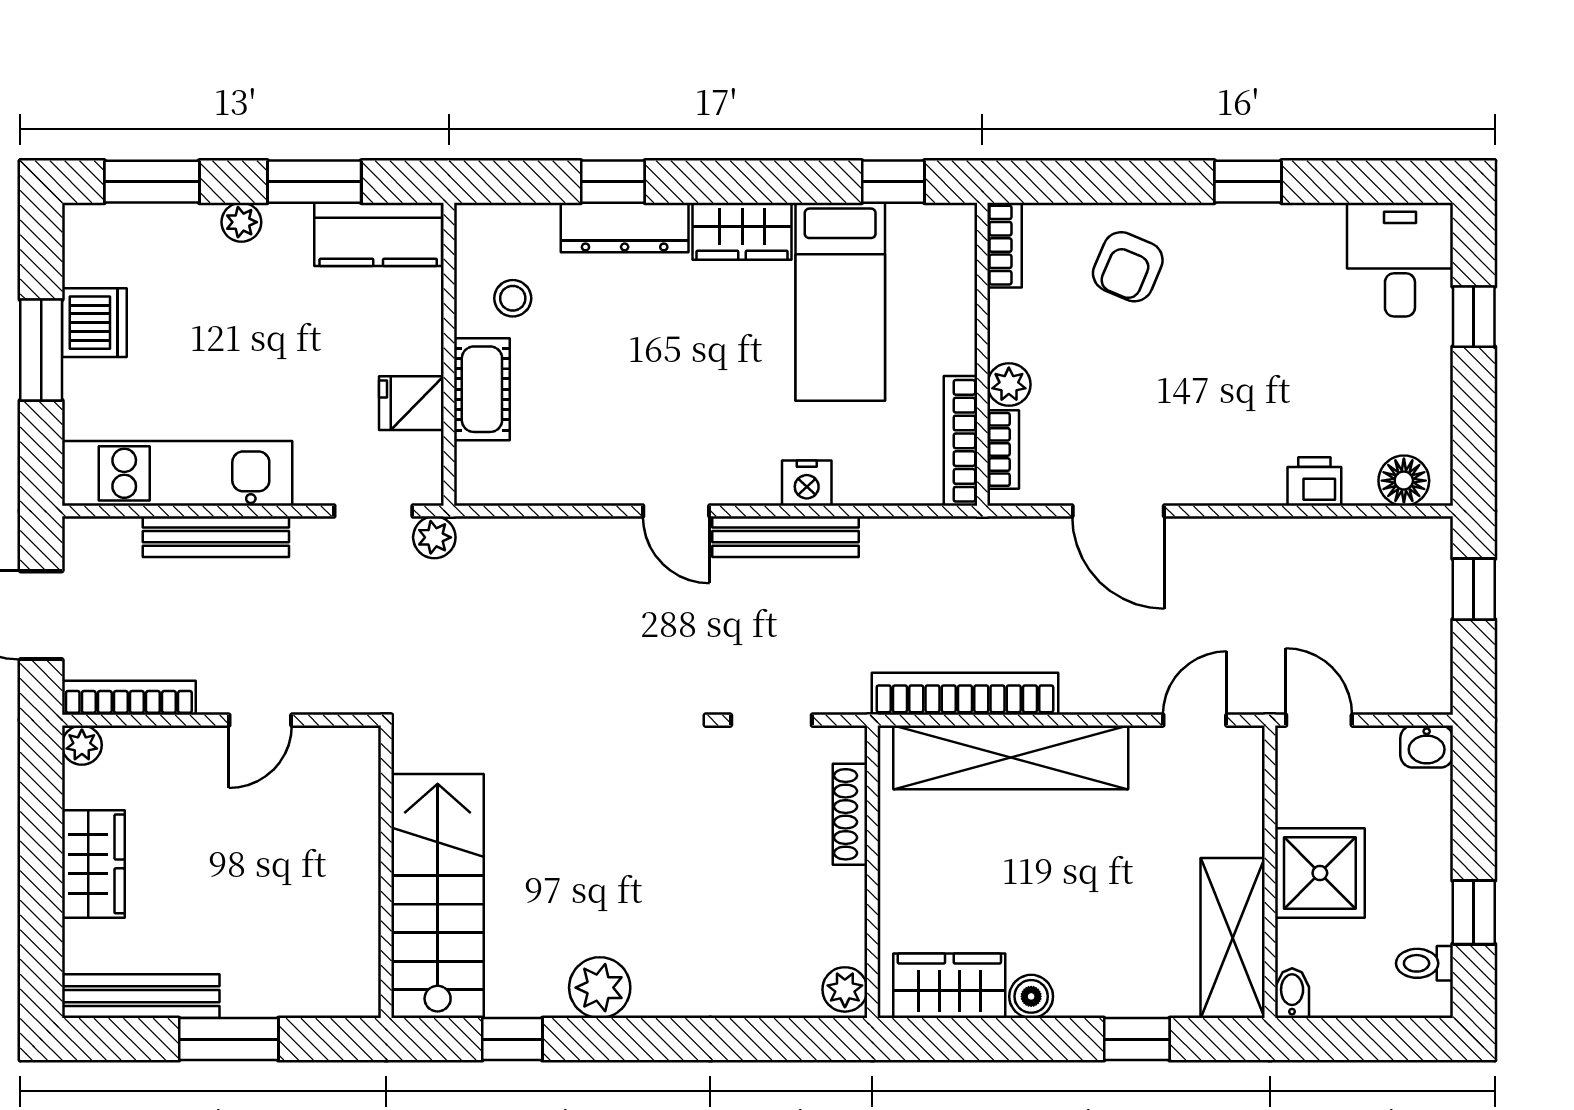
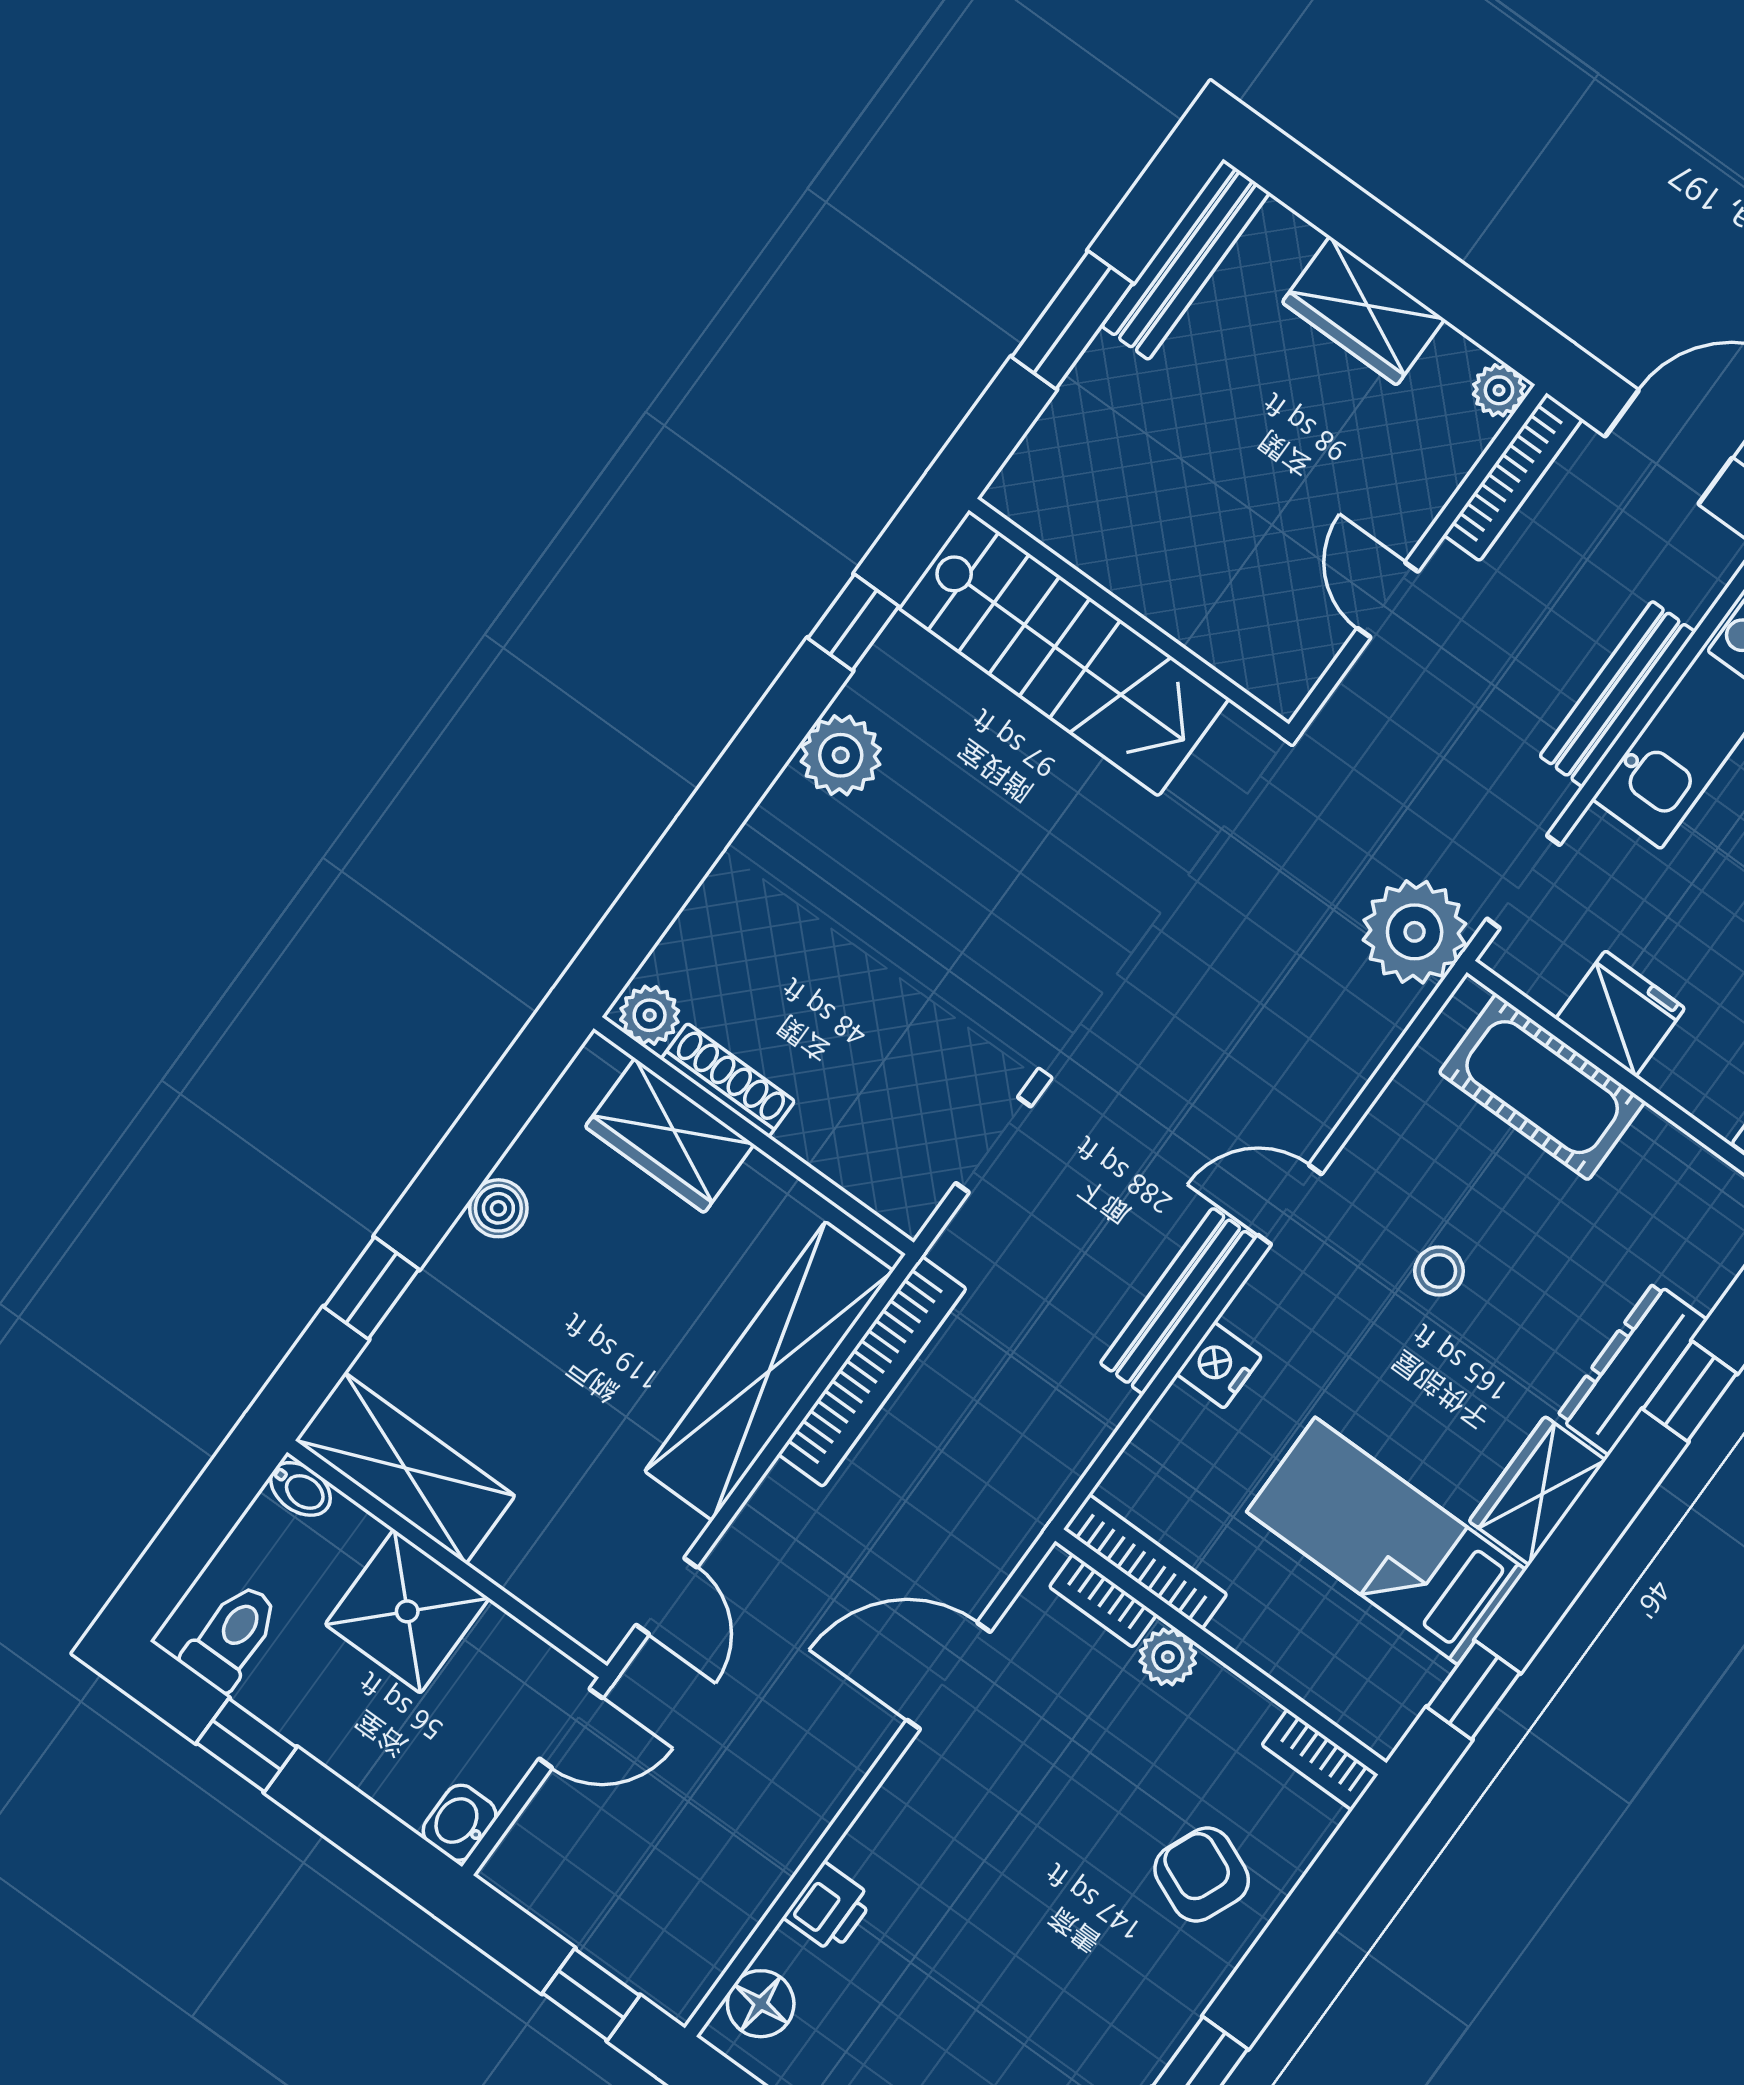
stool: (513, 298) -> (1439, 1271), moved
cot: (482, 389) -> (1542, 1087), width x1.37, depth x1.34
fridge: (411, 403) -> (1620, 1014), width x1.38
plant: (434, 537) -> (1415, 932), width x1.88, depth x1.88
shoe rack: (850, 814) -> (728, 1080), moved
toilet: (1424, 963) -> (232, 1637), width x1.37, depth x1.39
wardrobe: (949, 986) -> (670, 1136), moved, turned 90

